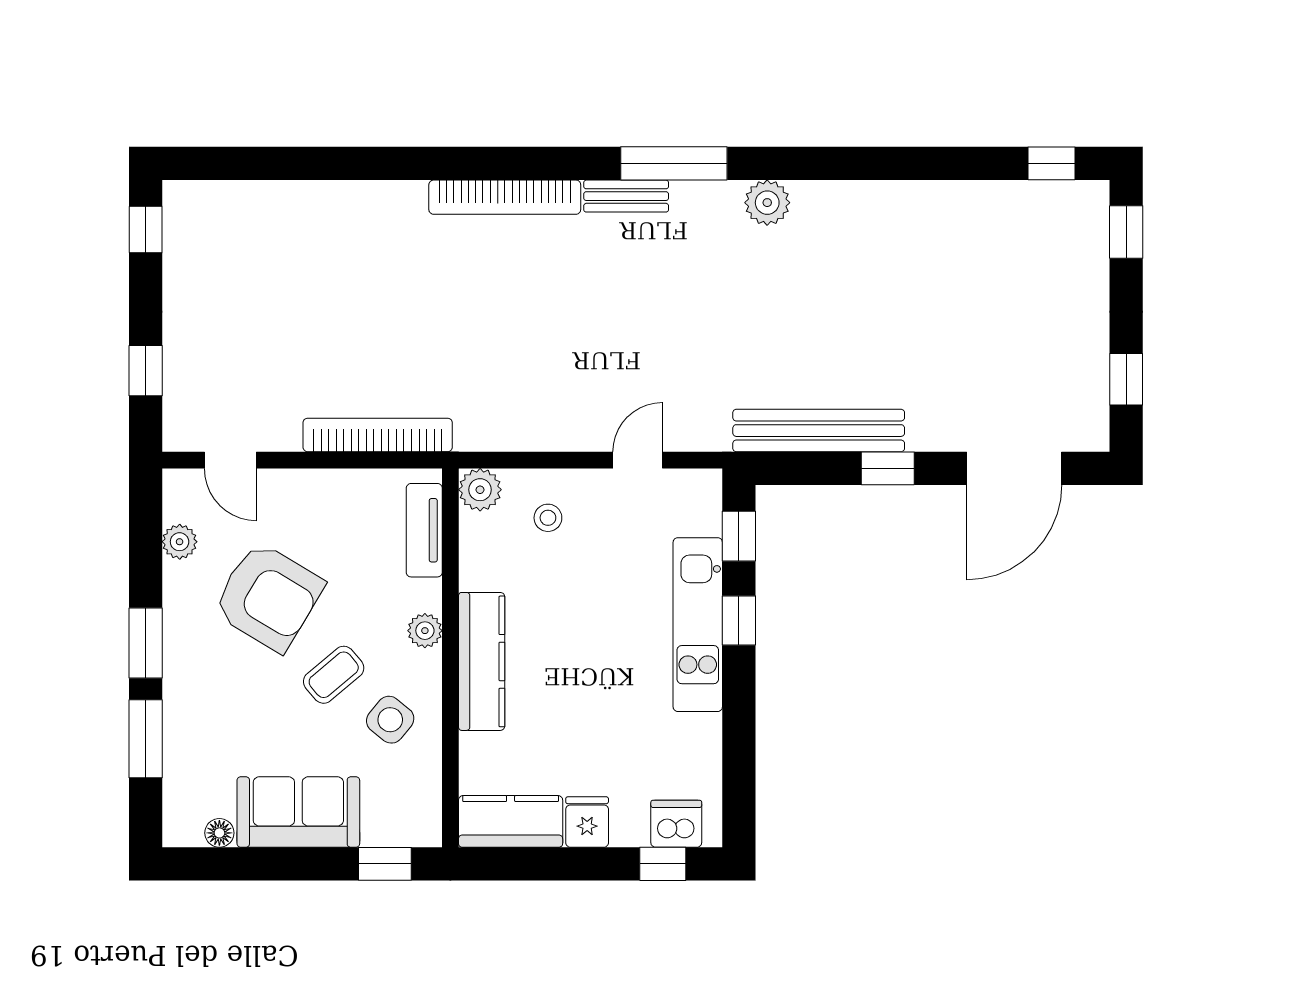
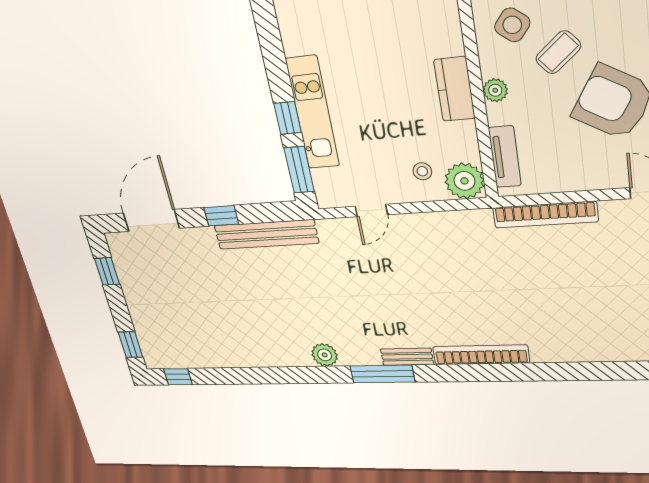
plant: (480, 490) -> (464, 181), width x1.36, depth x1.36
window: (739, 536) -> (299, 170), width x1.50
kitchen counter: (482, 661) -> (454, 89), width x0.67

